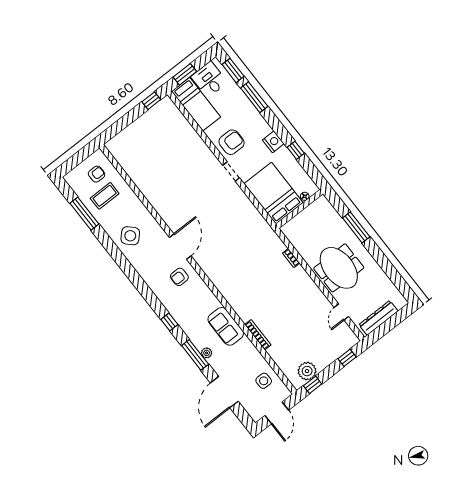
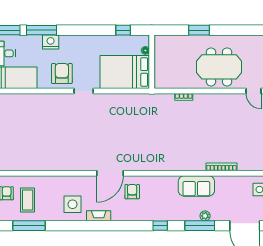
nightstand: (273, 142) -> (51, 42), moved
window: (296, 150) -> (123, 30), moved
window: (356, 227) -> (199, 30), width x0.69
side table: (130, 236) -> (73, 204), turned 45
door: (180, 247) -> (110, 173), swing flipped
fireplace: (138, 265) -> (99, 216), added
armchair: (179, 277) -> (132, 192), turned 180

